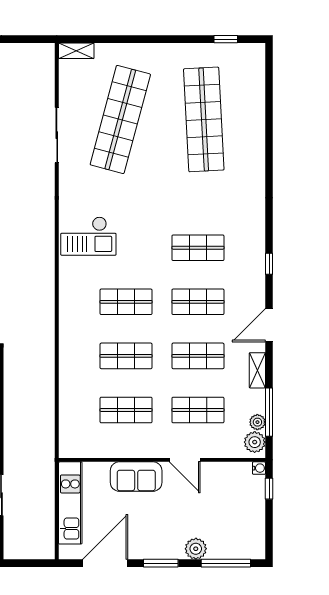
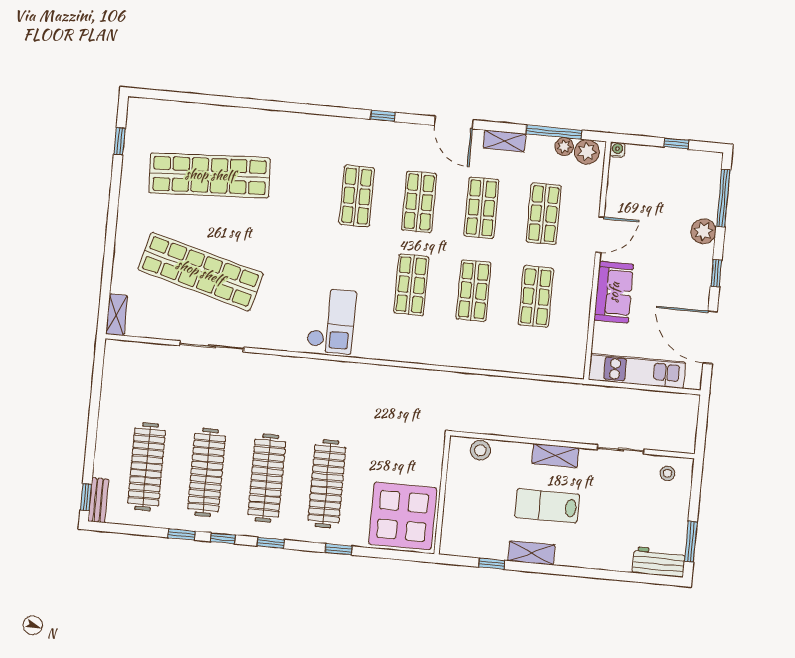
window: (269, 489) -> (676, 144), moved
window: (161, 563) -> (716, 273), width x0.67

